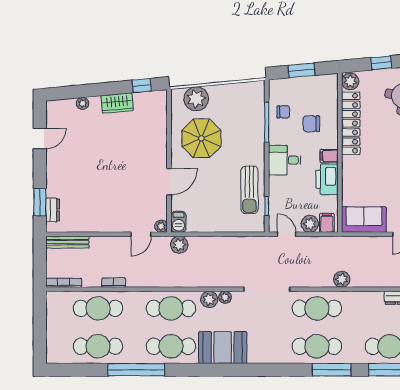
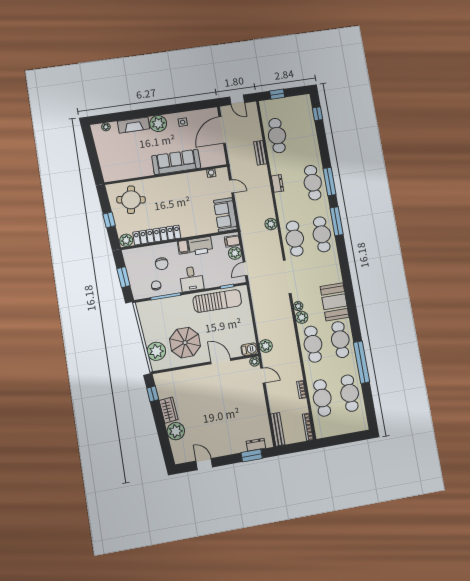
plant: (83, 103) -> (176, 431), width x1.88, depth x1.88
sun lounger: (250, 190) -> (217, 301), width x1.36, depth x1.34

